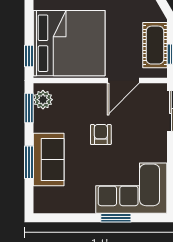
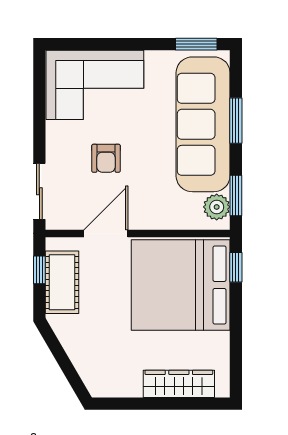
armchair: (101, 135) -> (106, 158), moved
sofa: (49, 160) -> (203, 124), width x1.85, depth x1.27
window: (116, 218) -> (196, 44), moved

